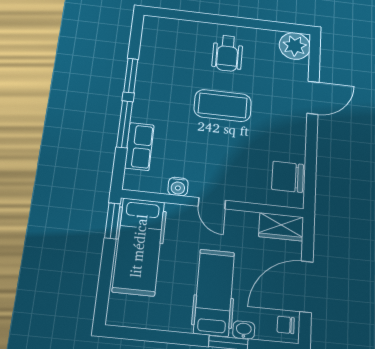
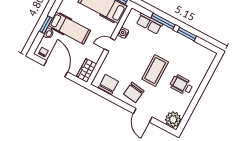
chair: (280, 127) -> (134, 92), added

